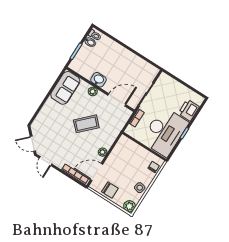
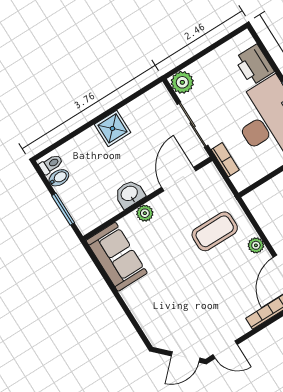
shower: (126, 57) -> (113, 128), added
plant: (164, 80) -> (182, 82), added
coffee table: (86, 124) -> (215, 231), moved, turned 45

